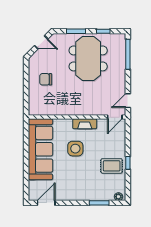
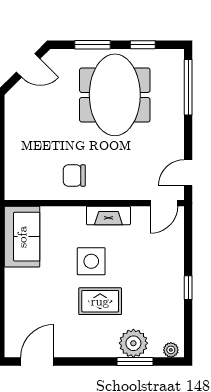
chair: (46, 79) -> (74, 176), moved
sofa: (40, 149) -> (22, 237), width x0.54, depth x0.79
rug: (112, 166) -> (100, 301), moved
plant: (98, 193) -> (133, 343), added

